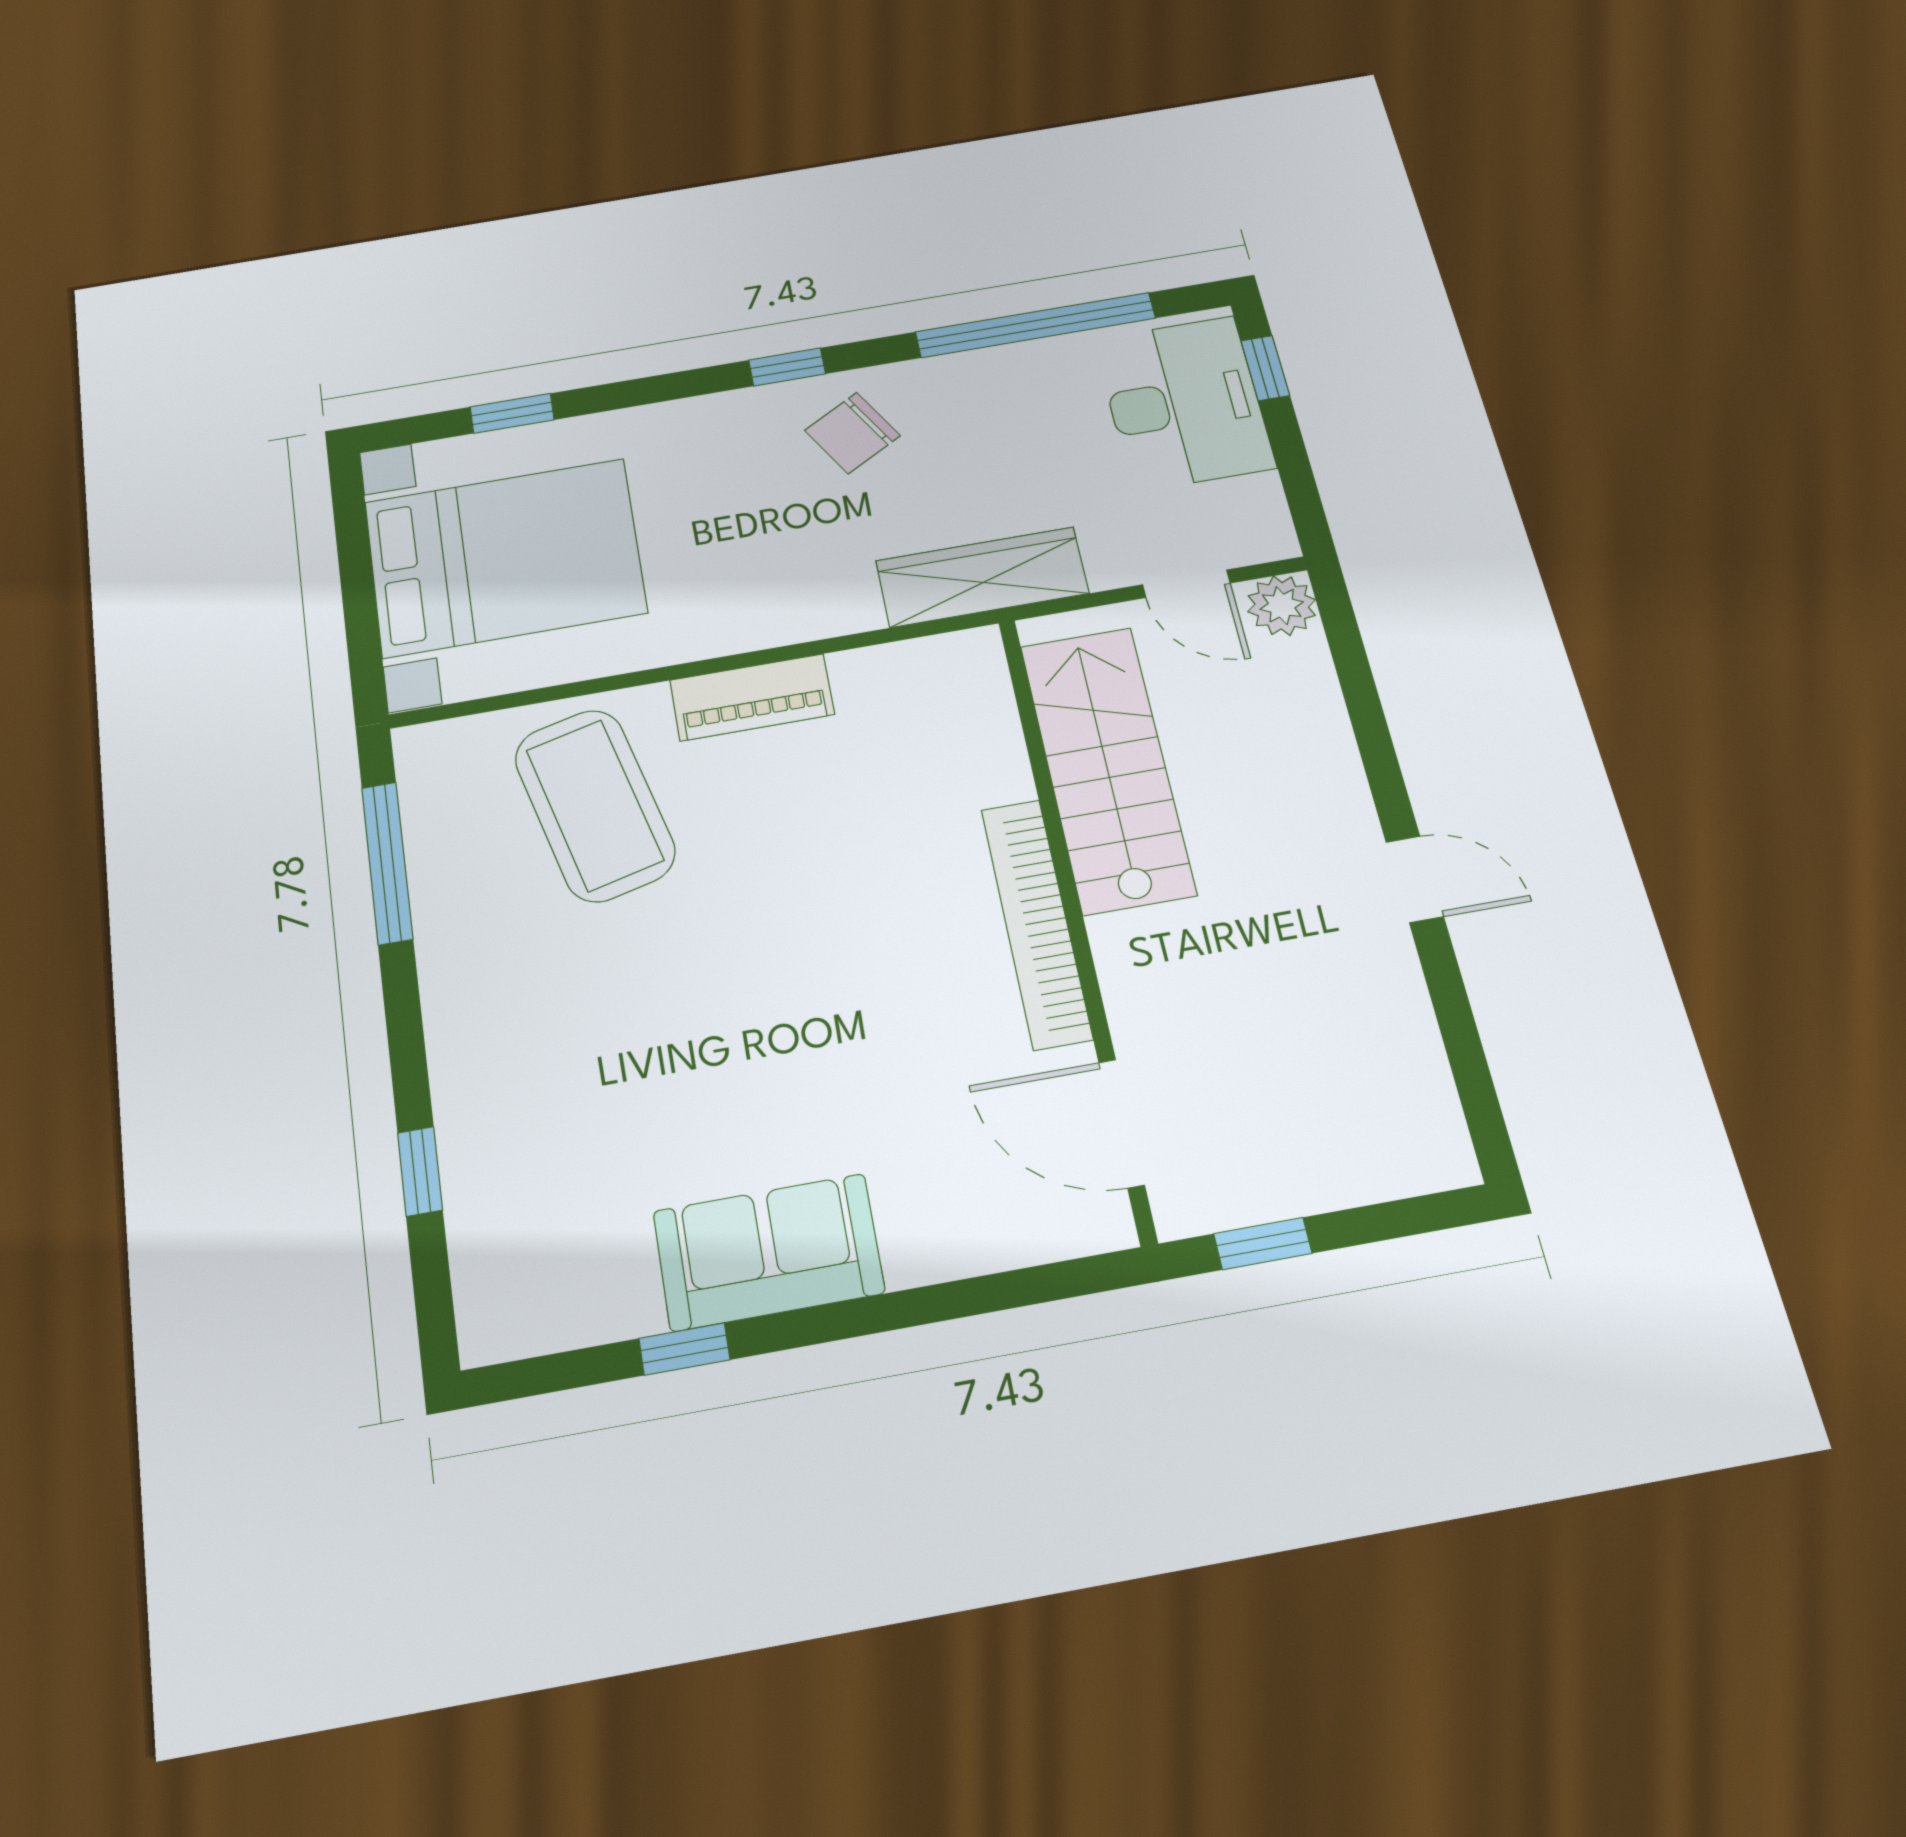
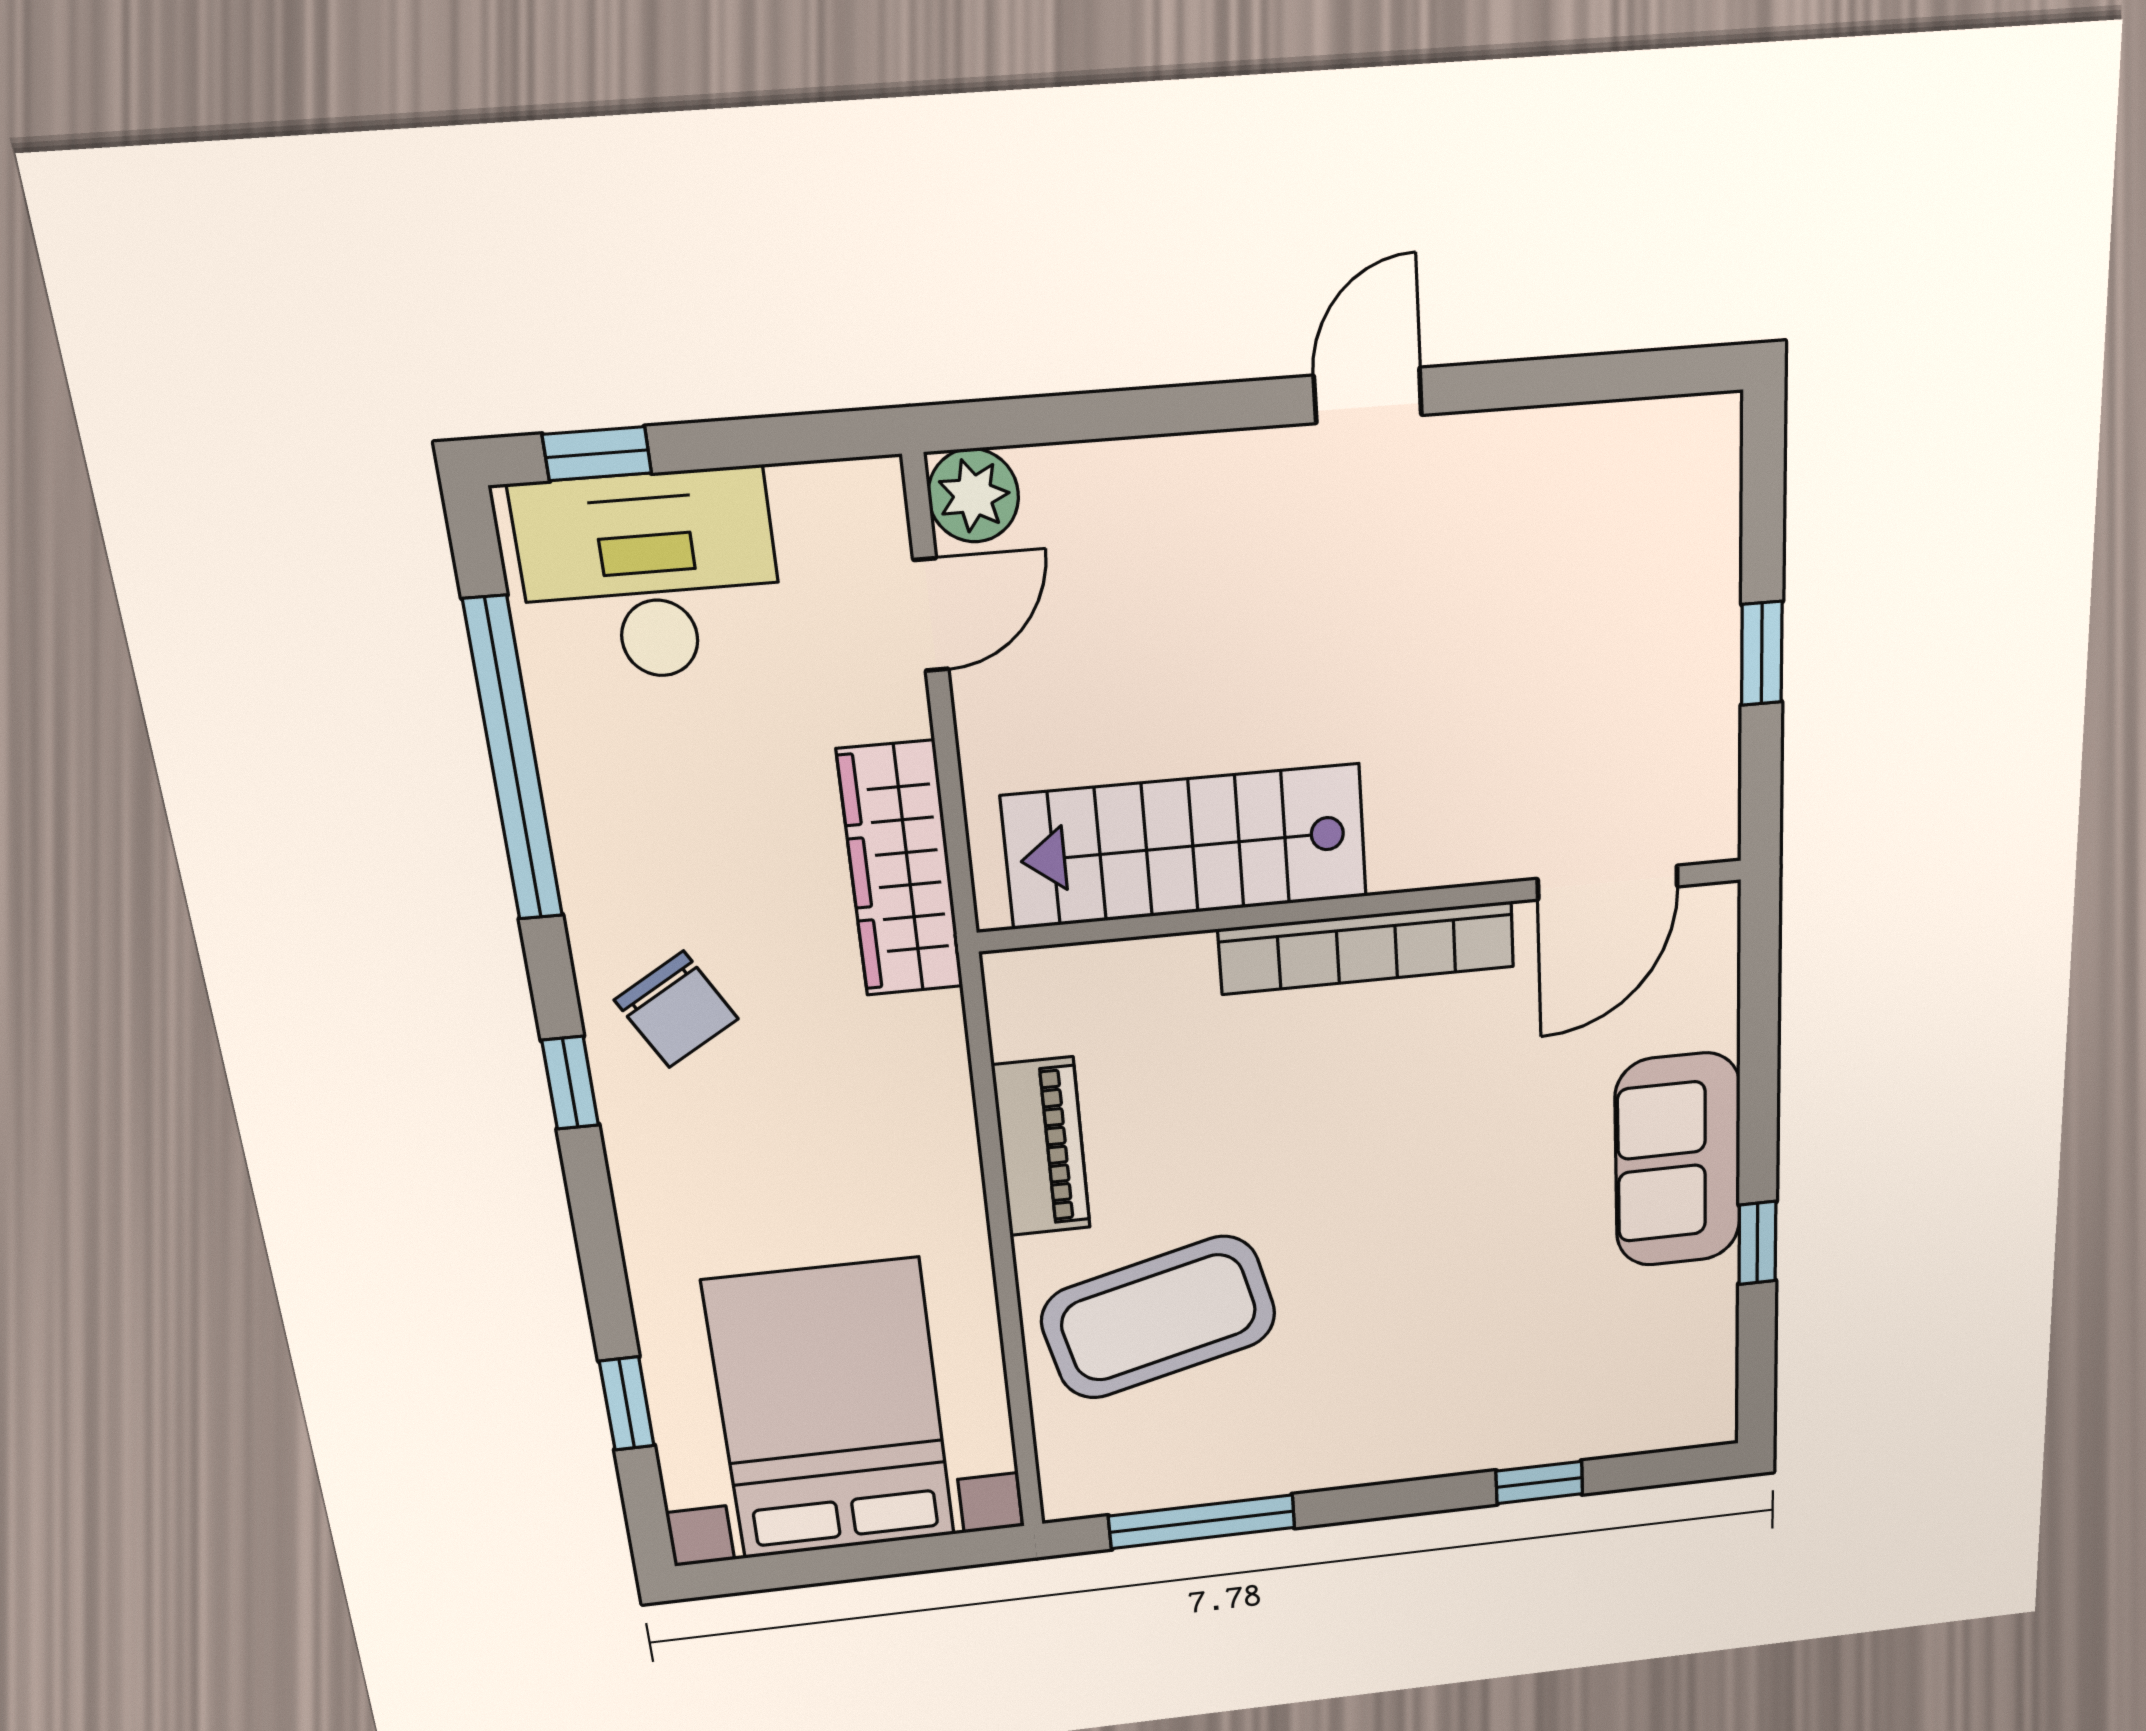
stairs: (1107, 769) -> (1186, 847), moved
wall: (1074, 916) -> (1365, 906), moved
bookcase: (1036, 923) -> (1367, 948), moved
door: (1122, 1123) -> (1608, 883), moved

